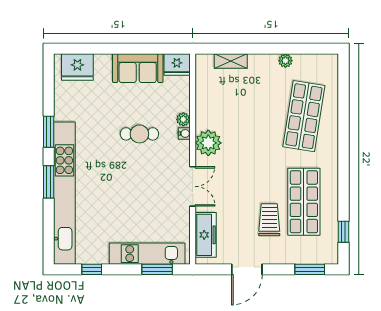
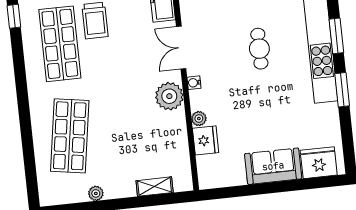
fridge: (177, 65) -> (206, 140), moved, turned 90
sofa: (138, 68) -> (273, 166), moved
water cooler: (184, 133) -> (194, 83), moved
cafe table: (139, 134) -> (259, 49), moved, turned 90

